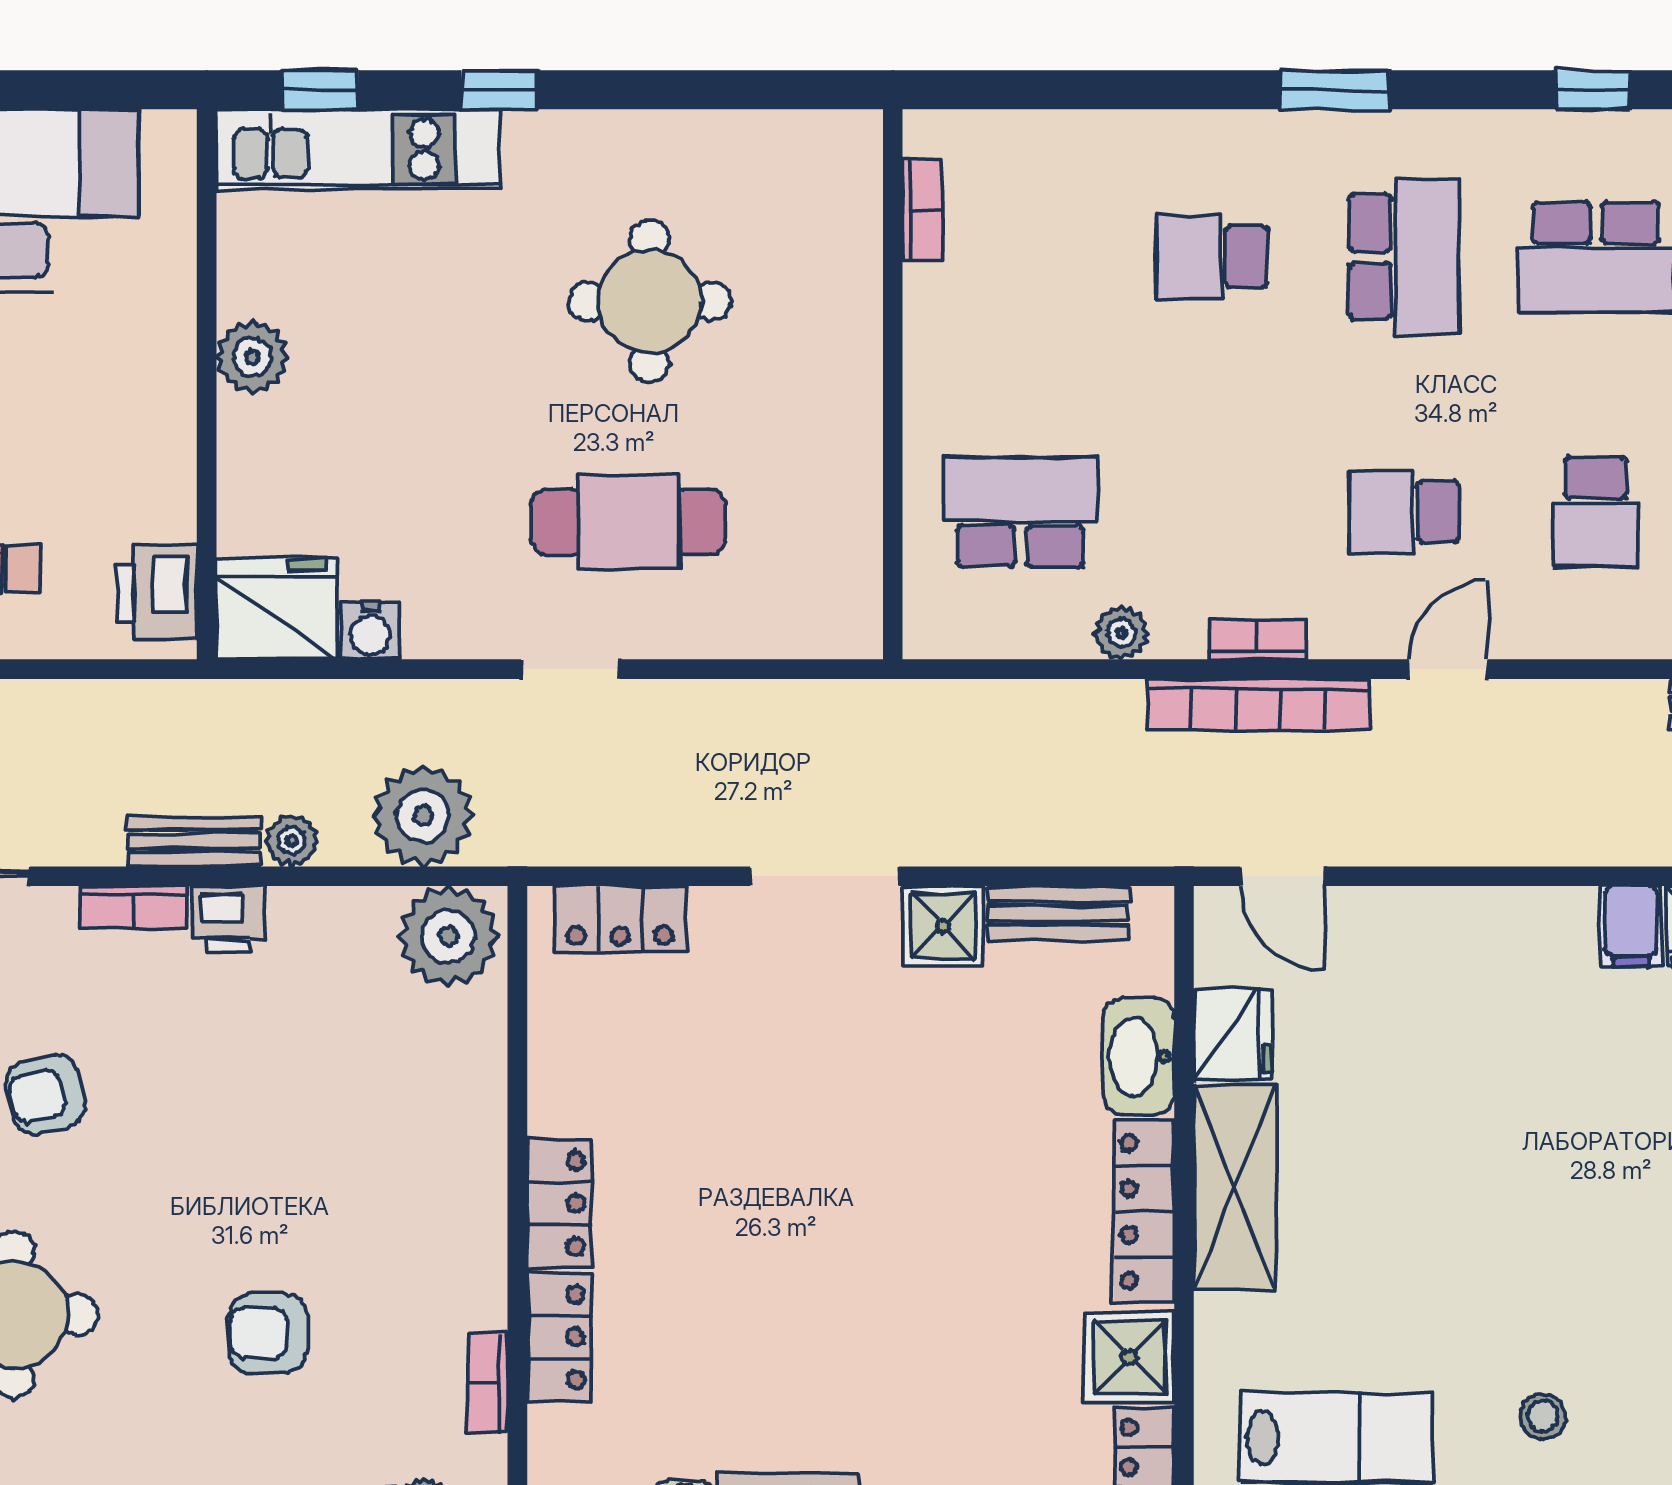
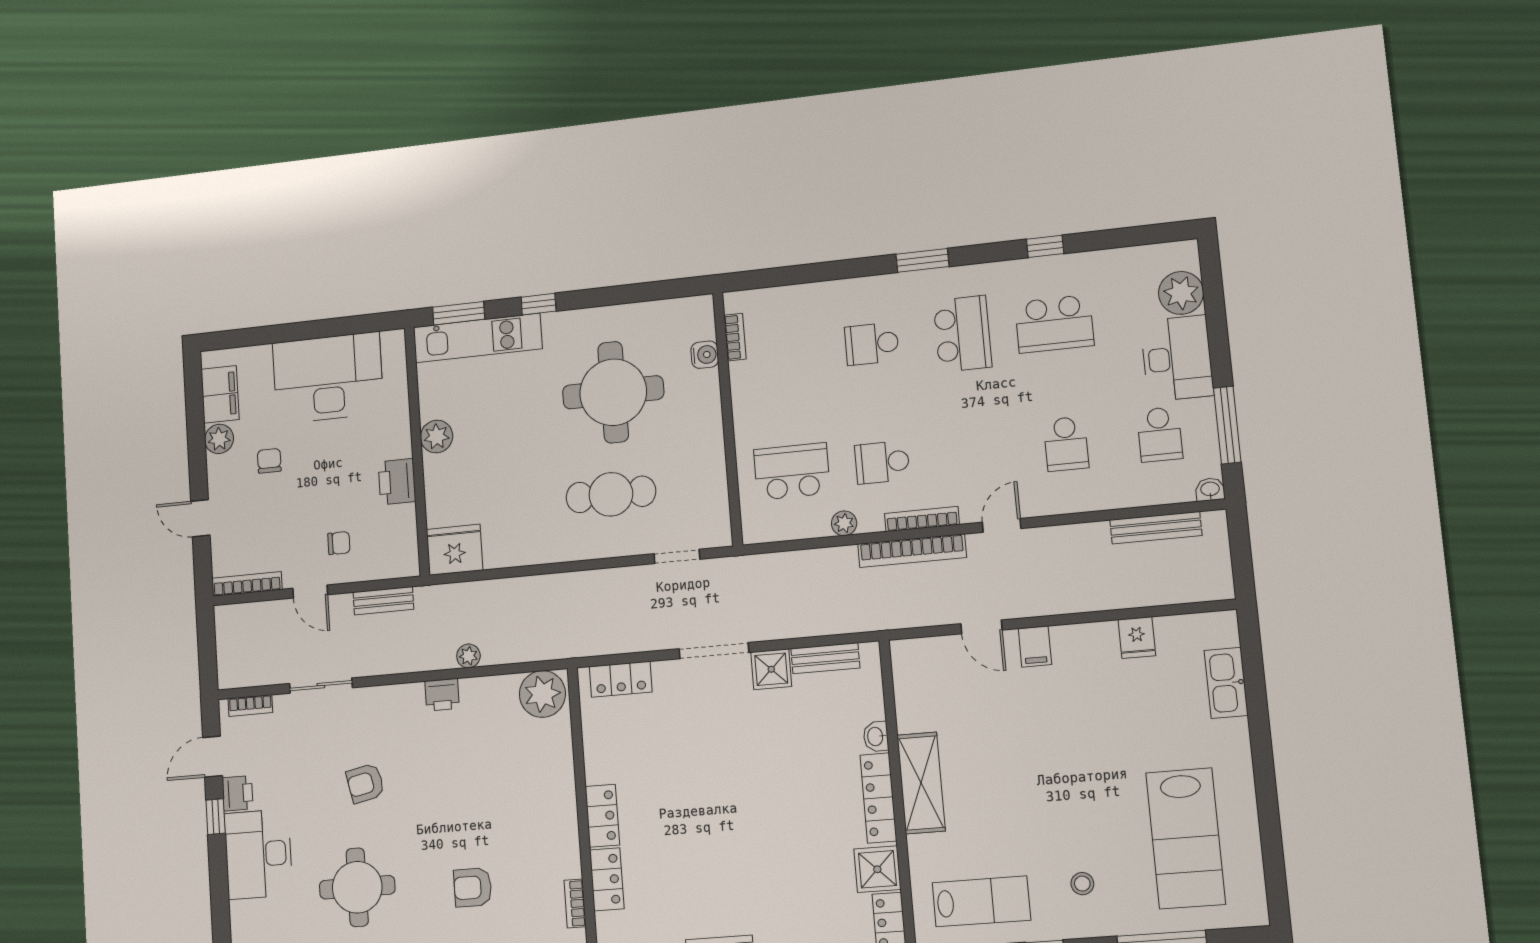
window: (320, 90) -> (459, 313), width x1.50
round table: (649, 301) -> (613, 392), width x1.36, depth x1.36
school desk: (1404, 512) -> (882, 462), moved
printer: (157, 593) -> (397, 482), moved
water cooler: (370, 631) -> (705, 355), moved, turned -90
bookcase: (1257, 640) -> (922, 519), width x1.56
doorway: (570, 669) -> (677, 556), moved
plant: (423, 816) -> (527, 639), removed
bench: (194, 841) -> (383, 601), moved
door: (1283, 876) -> (981, 627), moved
bookcase: (133, 907) -> (399, 693), removed
filing cabinet: (1631, 926) -> (1035, 646), moved
fridge: (1233, 1035) -> (914, 709), removed
washbasin: (1139, 1057) -> (876, 736), width x0.52, depth x0.69

